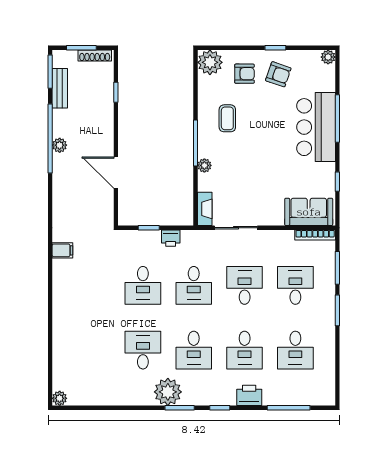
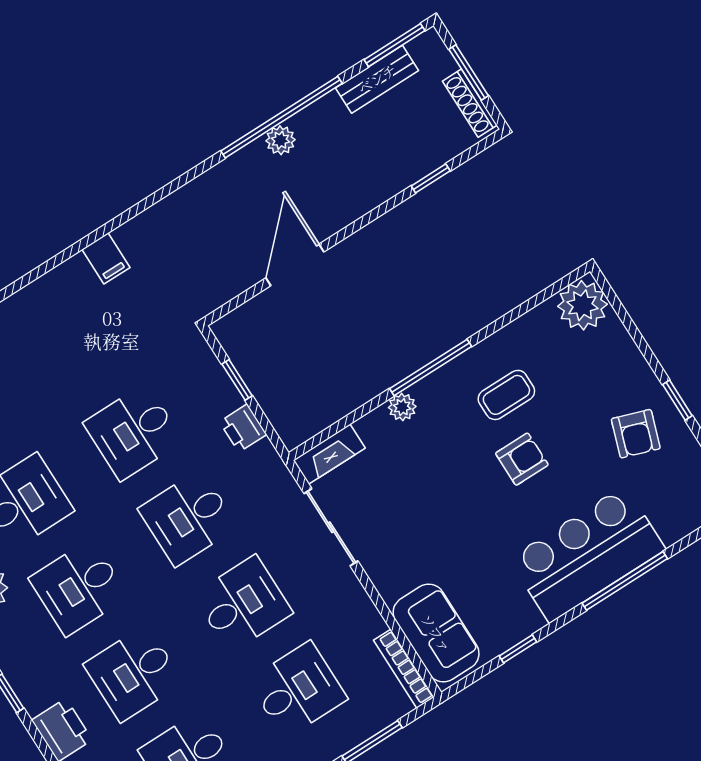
armchair: (244, 74) -> (522, 459), moved, turned -90

